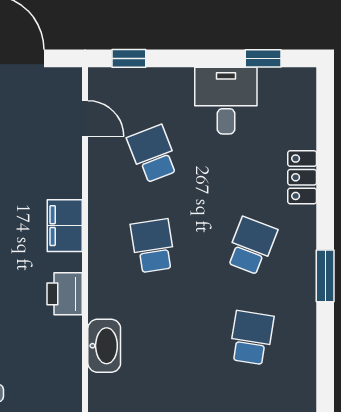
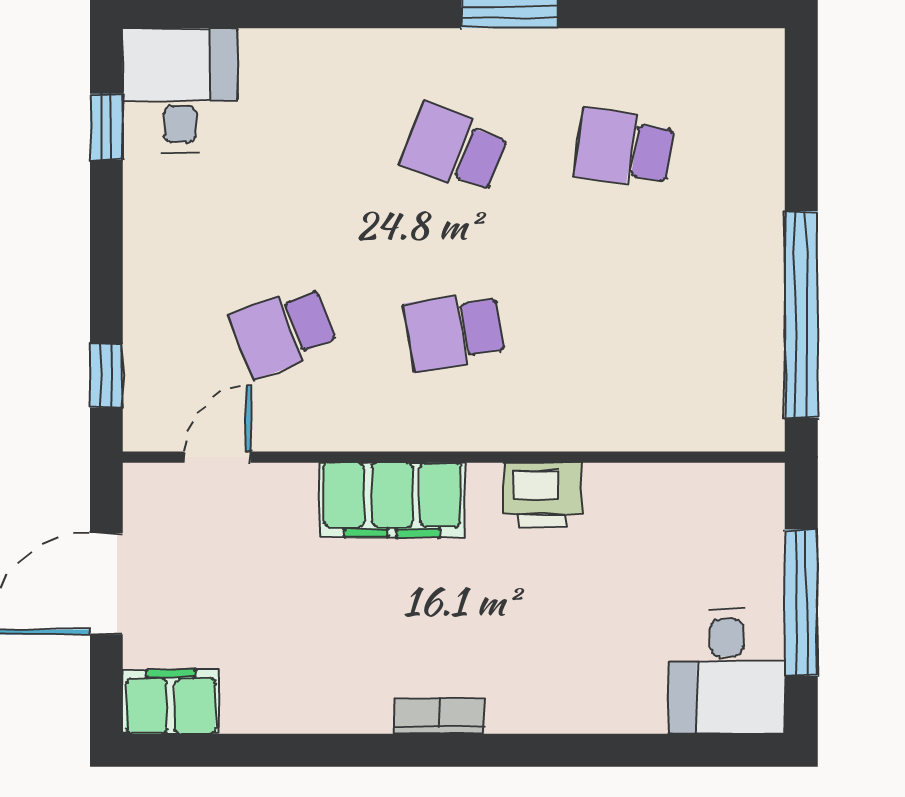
desk: (226, 101) -> (180, 90), moved, turned 90
locker: (302, 177) -> (327, 55), removed
filing cabinet: (65, 226) -> (392, 500), width x1.50, depth x1.17
washbasin: (104, 346) -> (639, 421), removed

